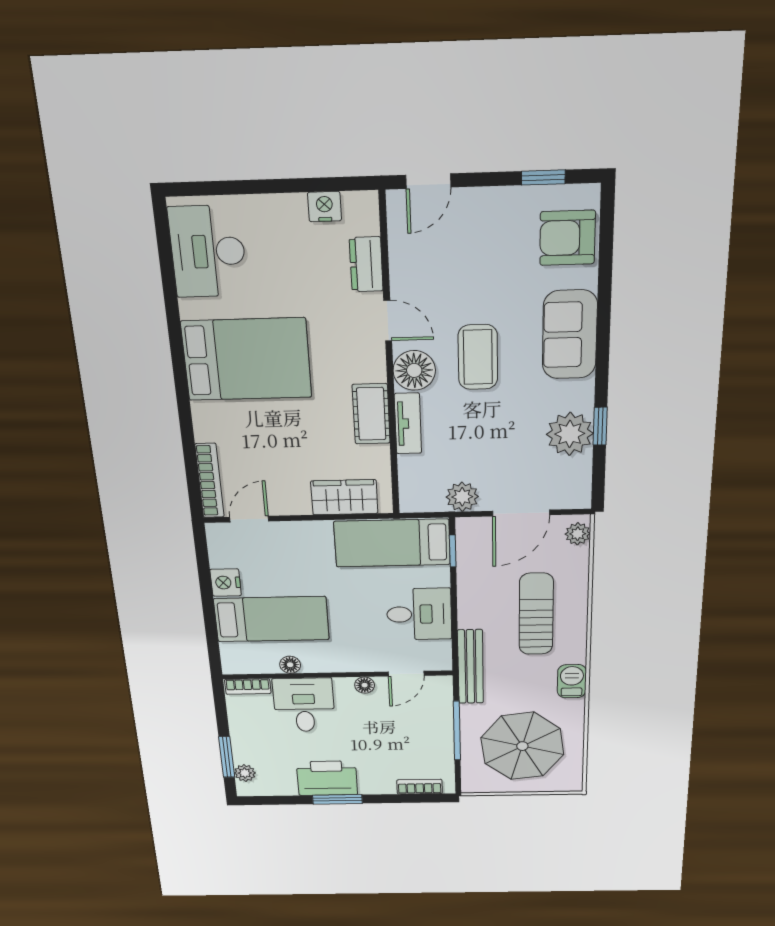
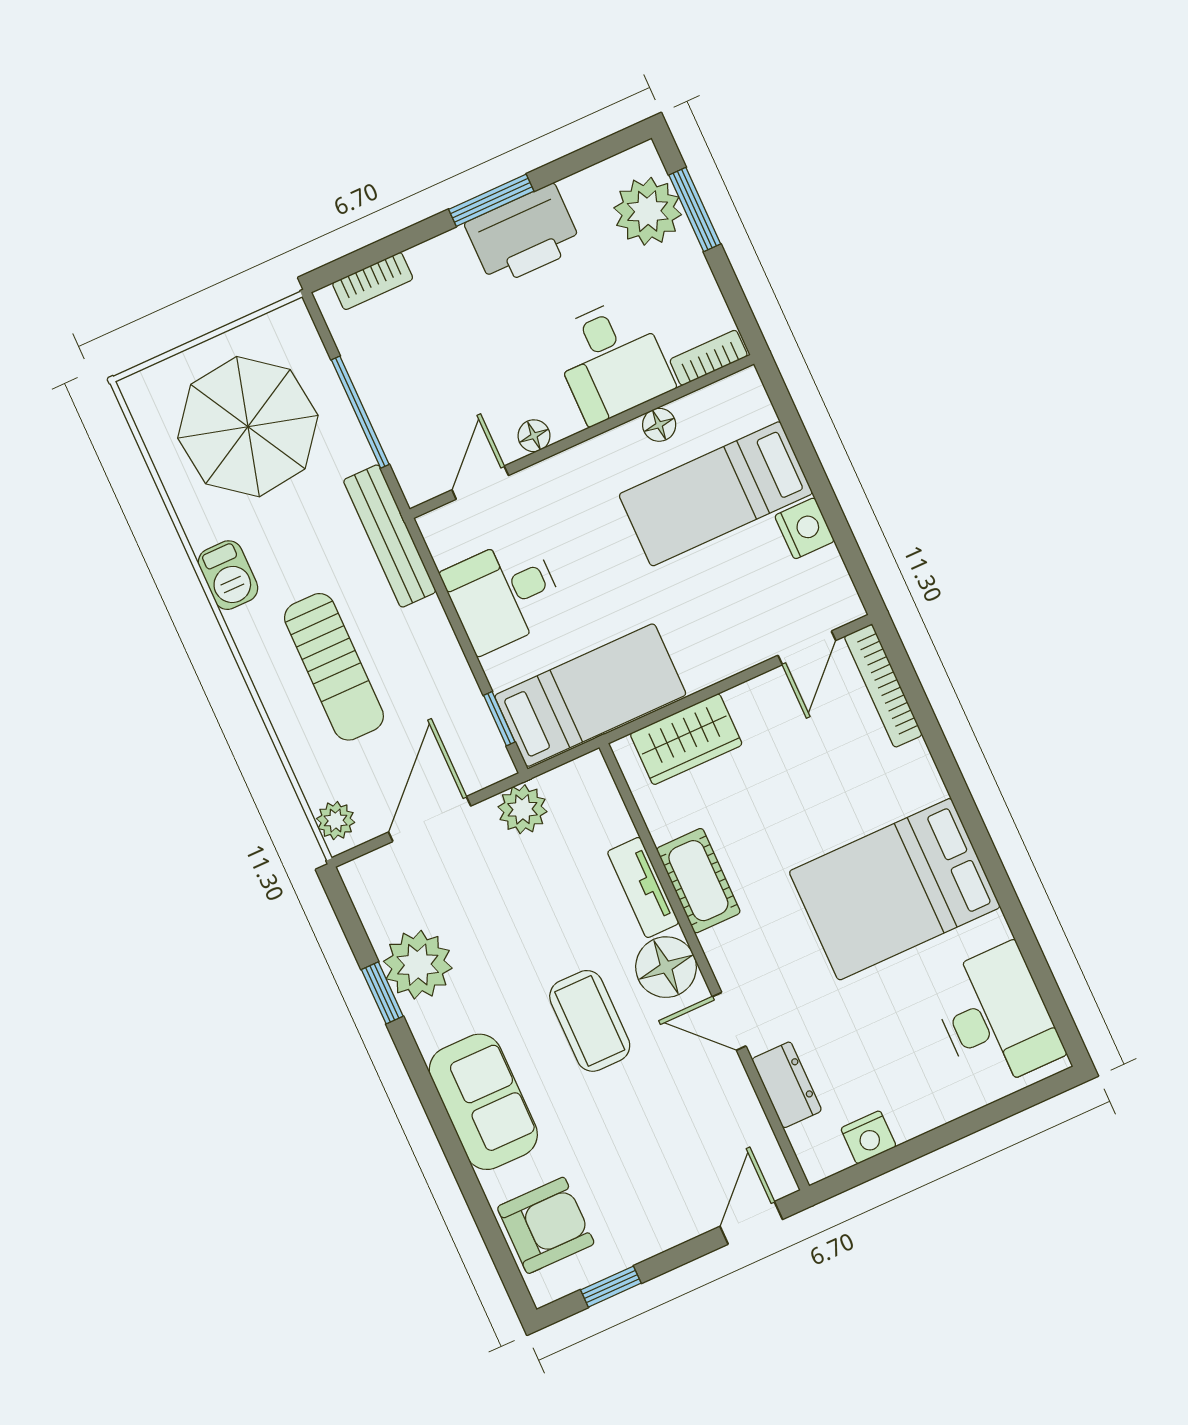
plant: (245, 773) -> (648, 211), width x1.88, depth x1.88

